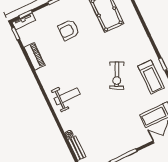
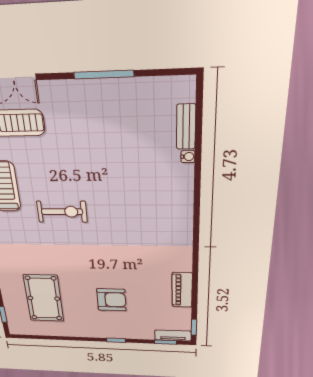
exercise bike: (117, 76) -> (62, 212), turned 64
weight bench: (67, 96) -> (160, 216), removed

